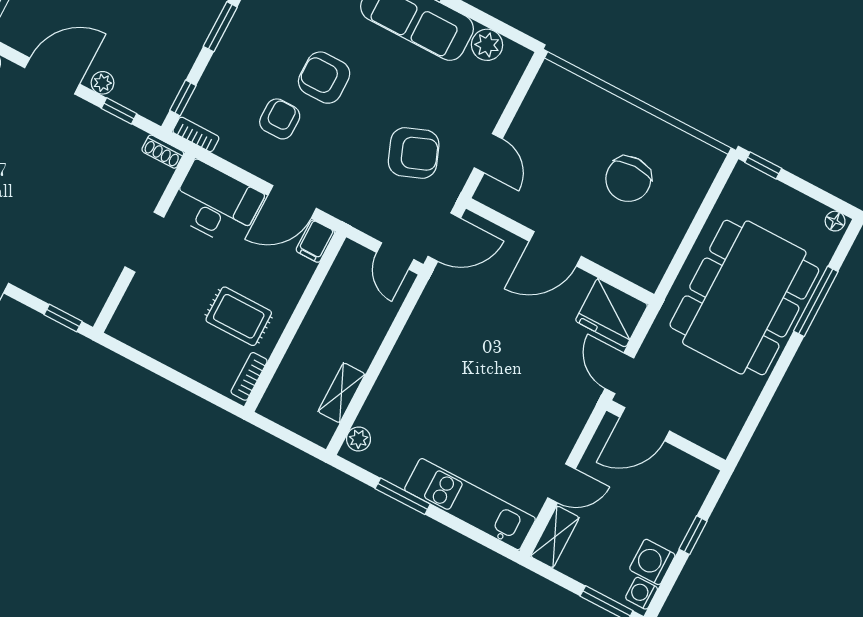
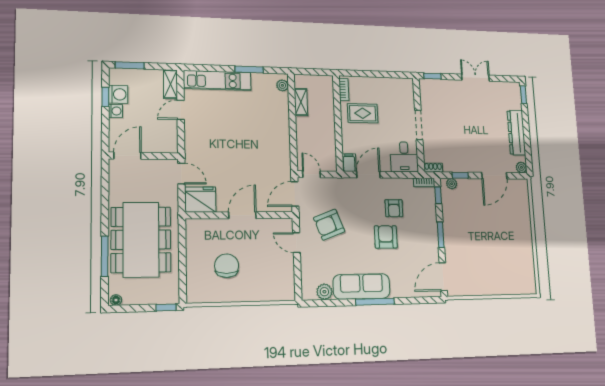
armchair: (324, 78) -> (386, 237), turned -90
plant: (103, 83) -> (452, 184), moved
desk: (216, 204) -> (404, 157), width x0.73
door: (645, 424) -> (127, 156), moved
window: (693, 535) -> (105, 97), moved
washing machine: (642, 593) -> (115, 111), moved

